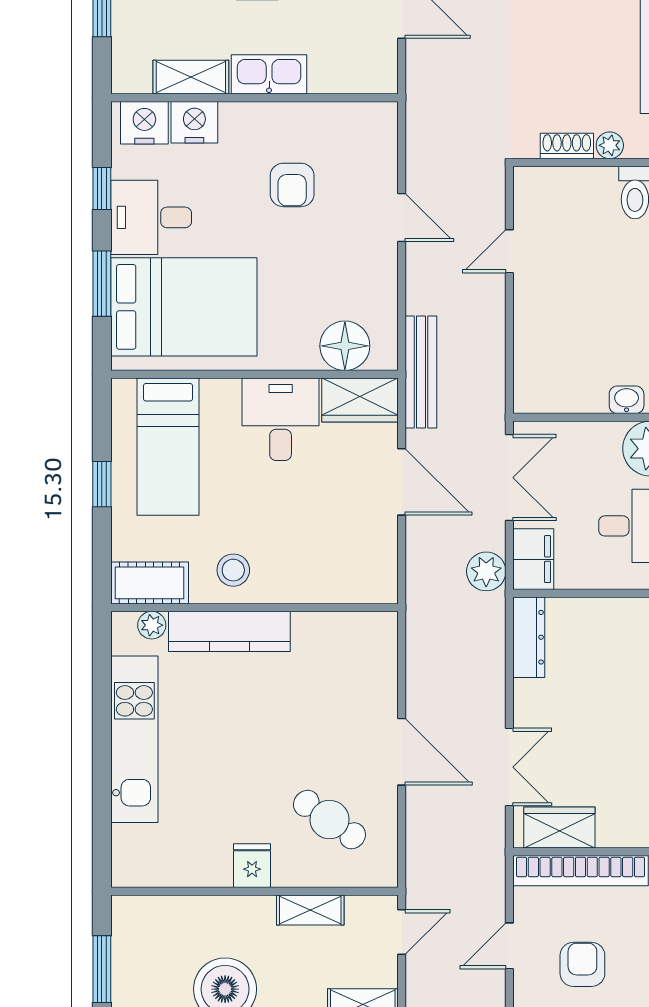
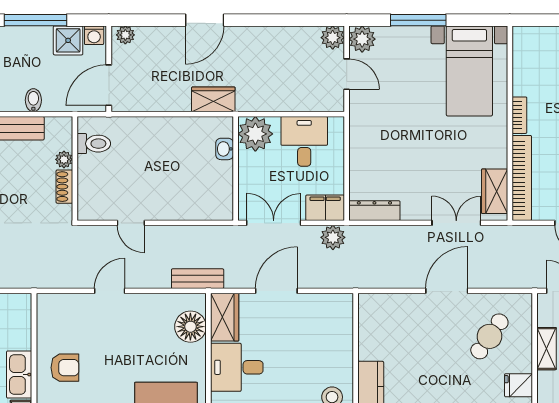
armchair: (292, 185) -> (65, 368), moved
bench: (421, 372) -> (198, 279), width x0.73

